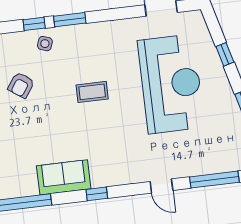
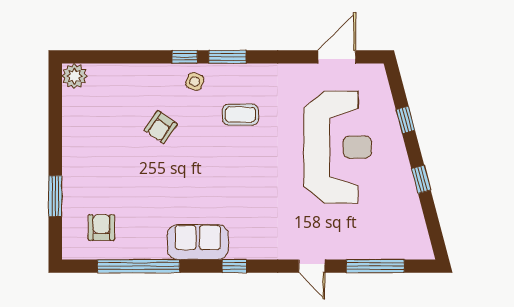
coffee table: (92, 92) -> (240, 115), moved

